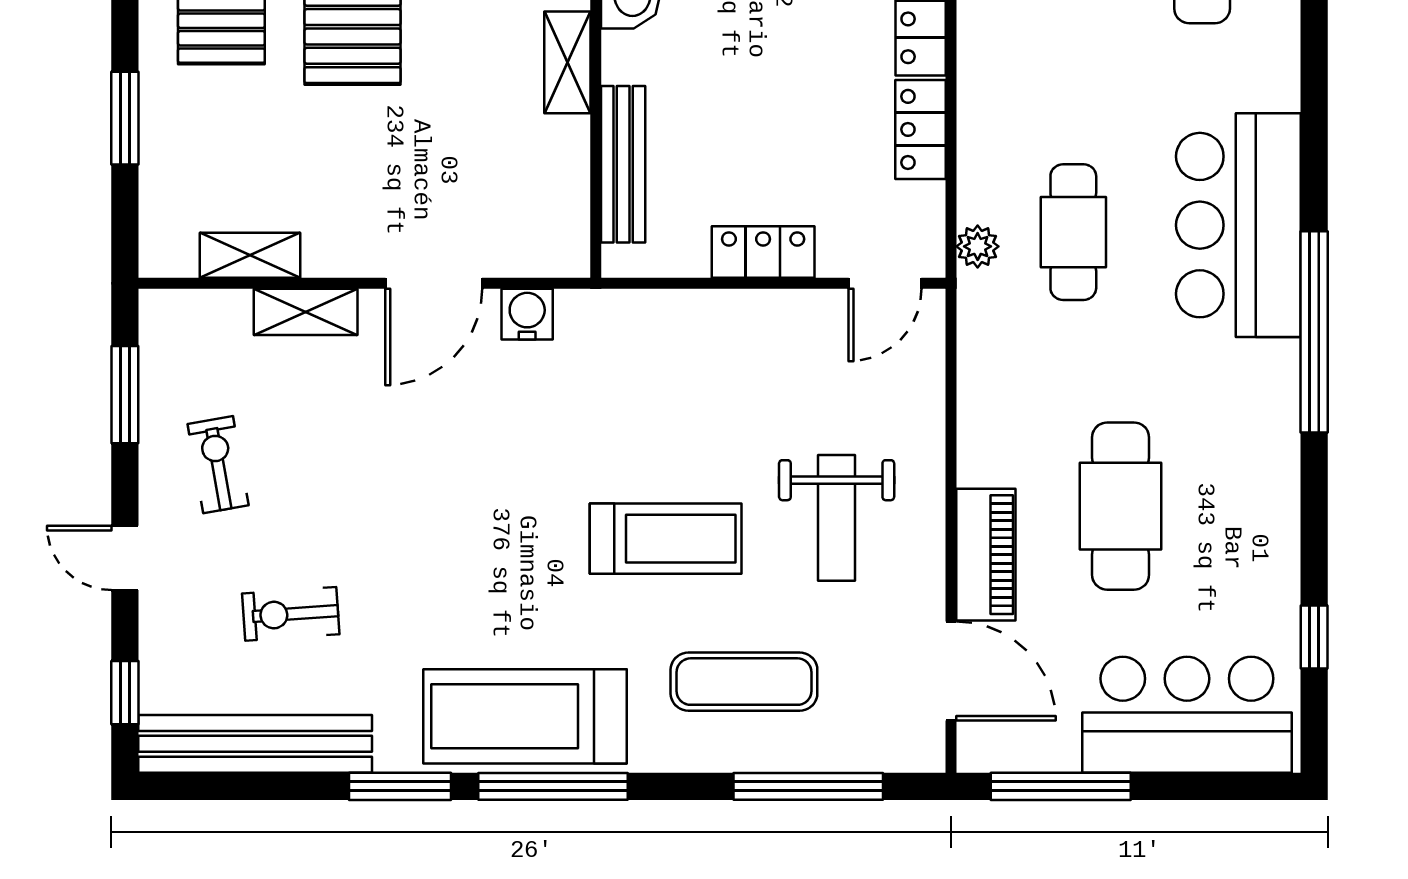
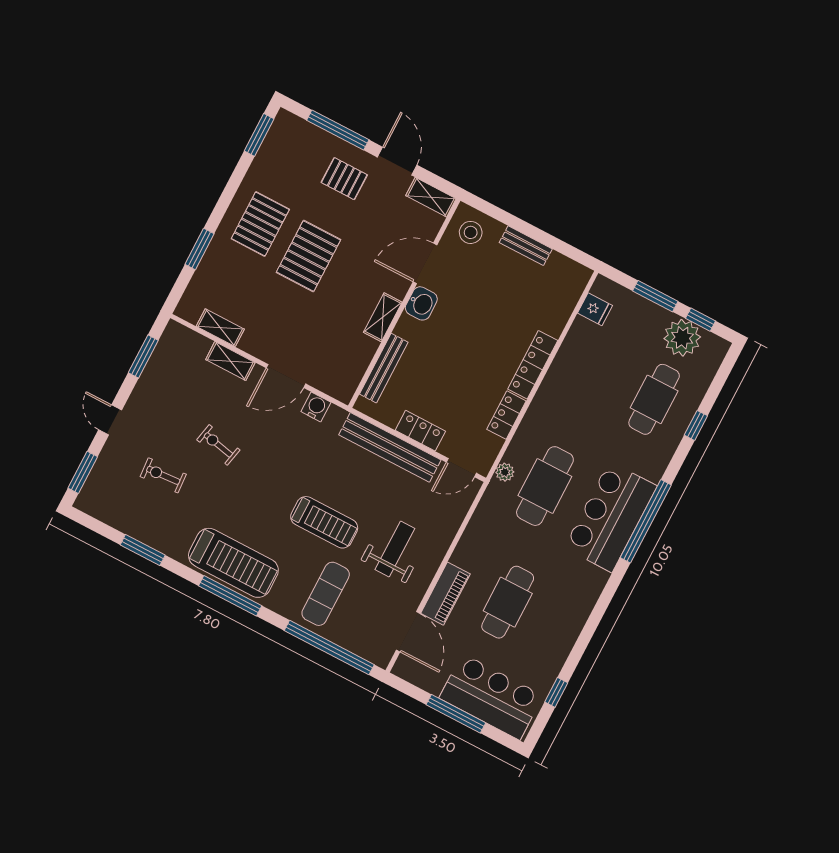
cafe table: (1073, 232) -> (545, 486), width x1.37, depth x1.35
window: (1314, 332) -> (646, 521), moved
exercise bike: (218, 465) -> (218, 445), moved, turned -68
weight bench: (837, 518) -> (395, 549), turned 180
exercise mat: (744, 682) -> (326, 594), turned 90
window: (125, 693) -> (83, 472), width x1.50
treadmill: (525, 716) -> (233, 563), turned 180
bench: (255, 744) -> (390, 447), moved
window: (400, 786) -> (143, 550), moved
window: (808, 786) -> (329, 648), width x1.46
window: (1061, 786) -> (456, 714), moved

